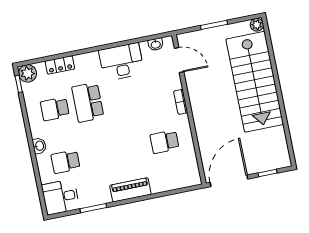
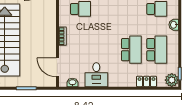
desk: (121, 62) -> (96, 75), width x0.73
school desk: (55, 109) -> (157, 50), width x1.85

